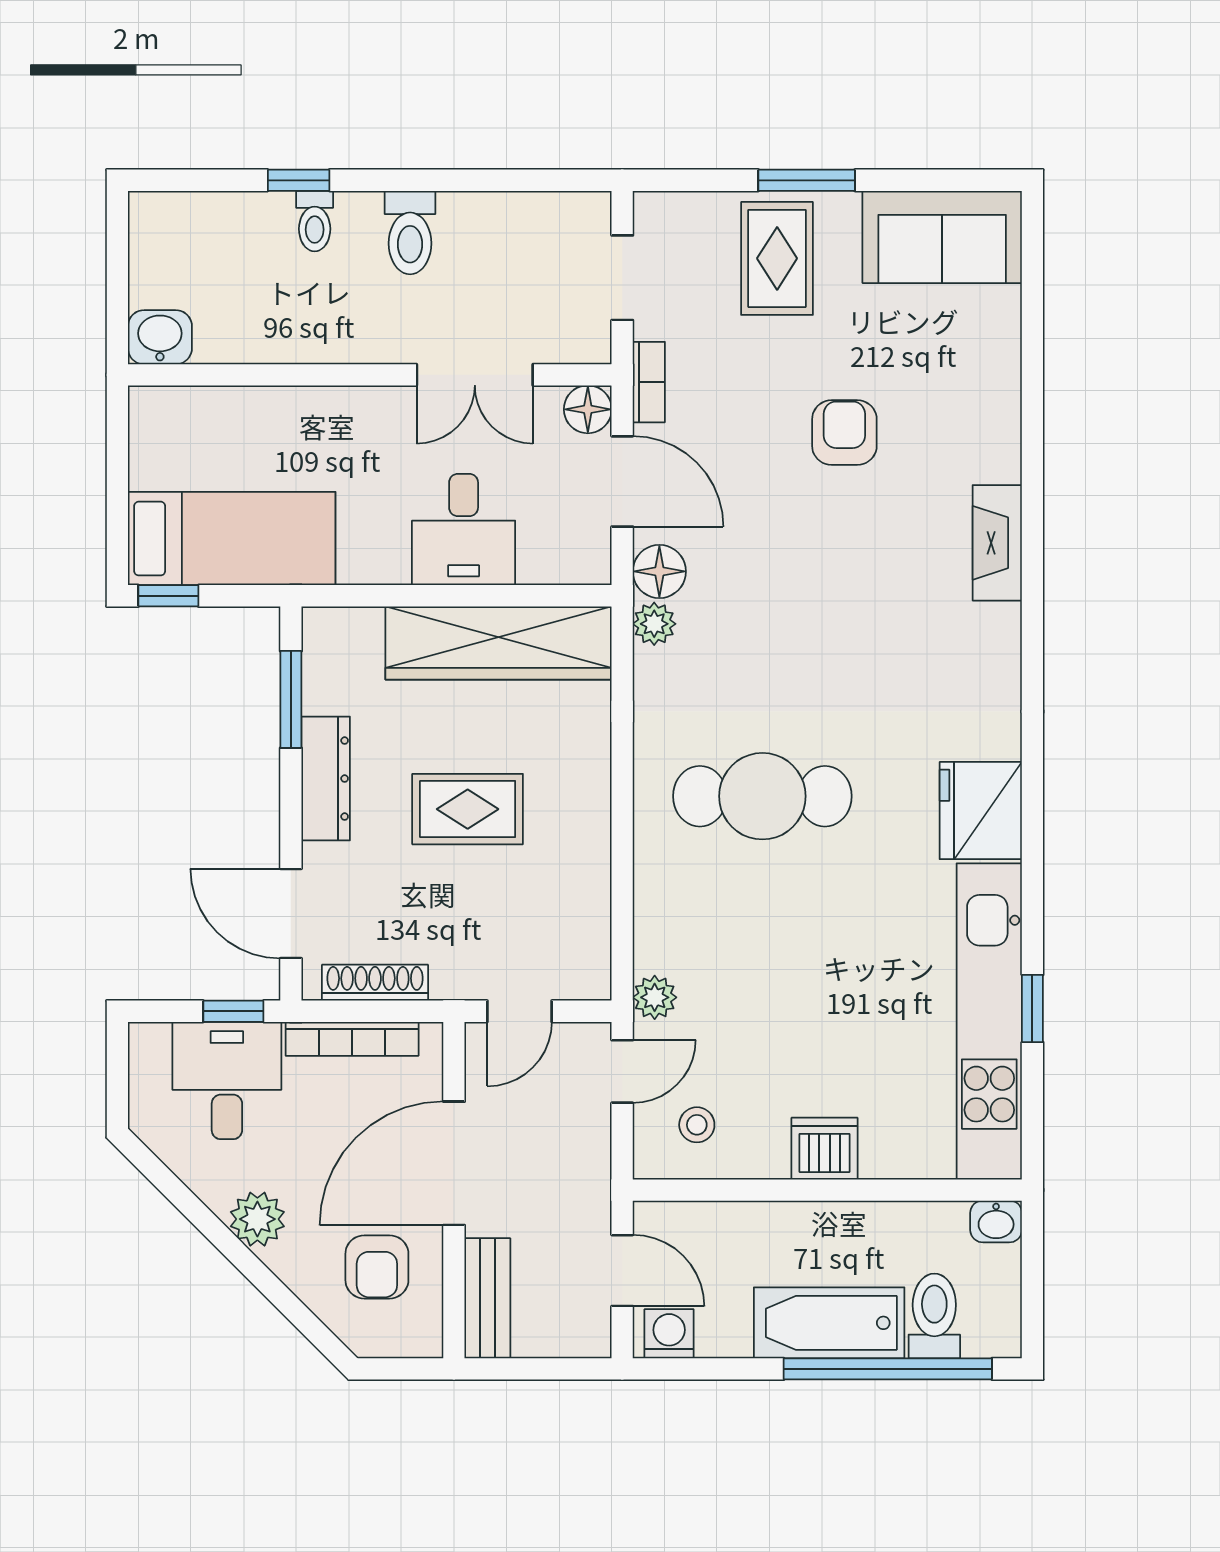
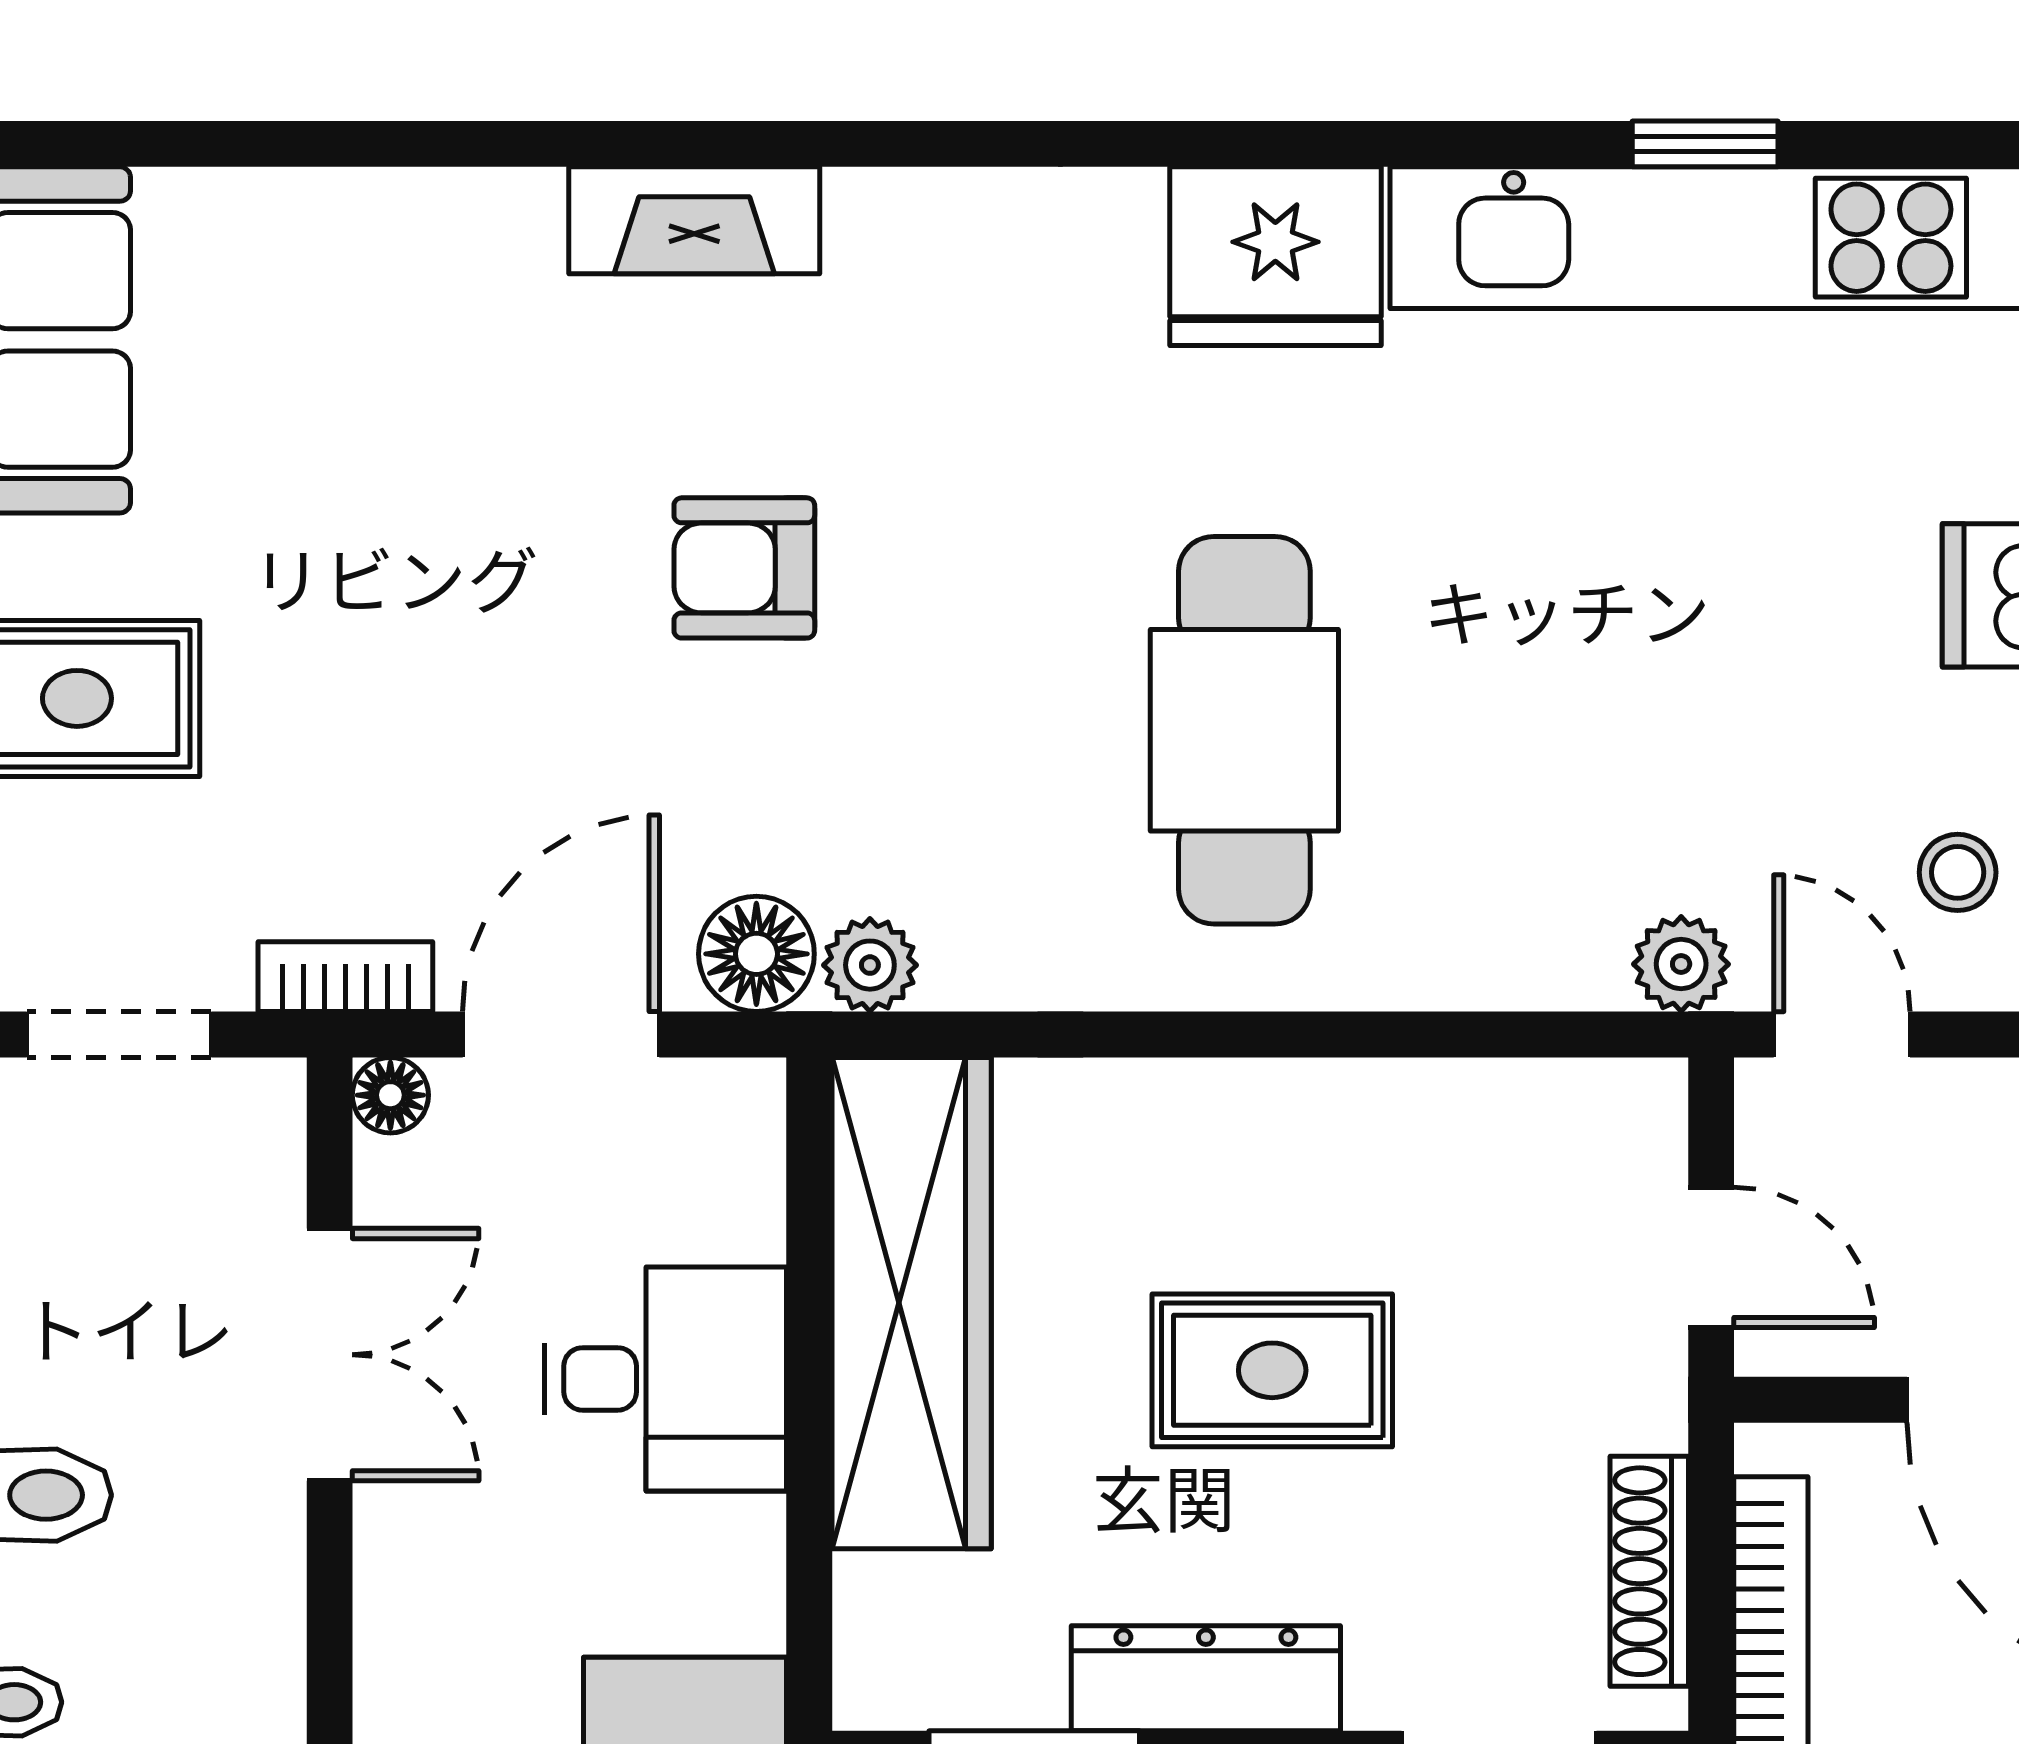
floor lamp: (588, 409) -> (390, 1095), width x0.73, depth x0.73
armchair: (844, 433) -> (744, 568), moved
rug: (468, 809) -> (1272, 1370), turned 90

